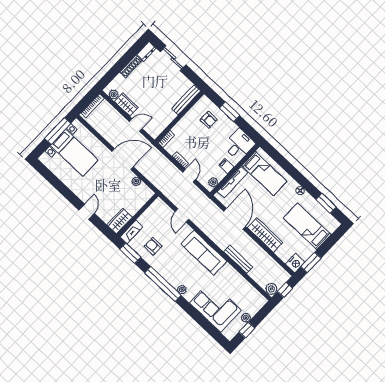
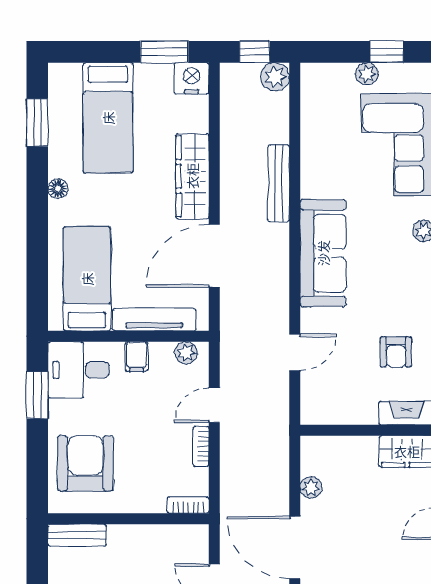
bench: (186, 100) -> (77, 535), width x0.73
window: (230, 112) -> (37, 395), moved
armchair: (209, 120) -> (85, 463), width x1.88, depth x1.88

